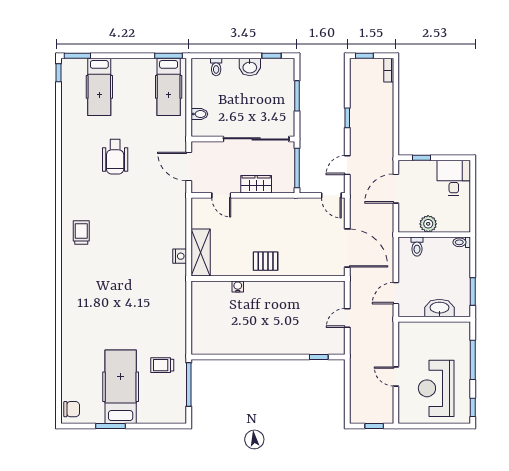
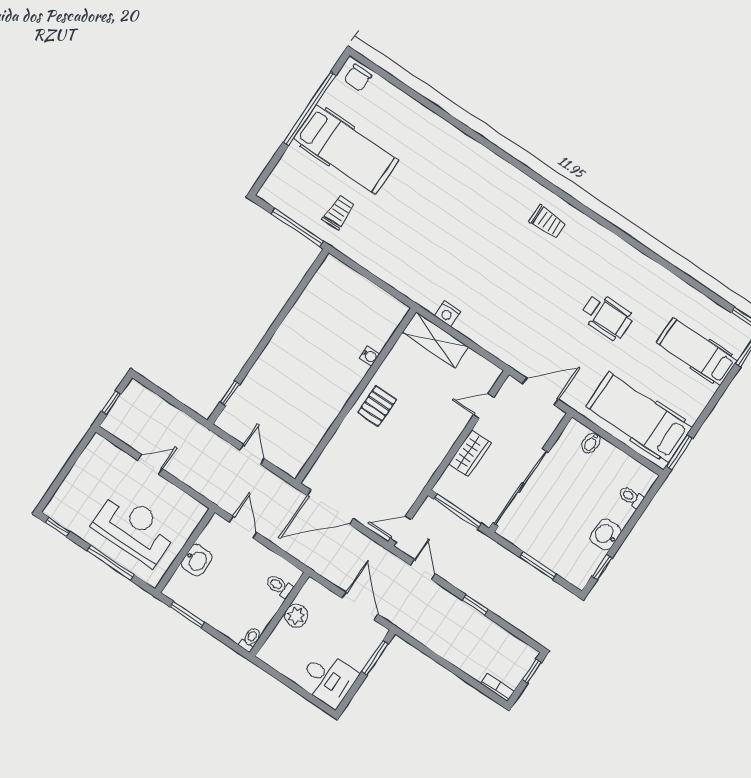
hospital bed: (169, 87) -> (639, 417), width x1.37, depth x1.29
wheelchair: (115, 157) -> (607, 317), turned 180
window: (422, 158) -> (375, 658), width x1.50
washbasin: (439, 308) -> (197, 560), width x0.72
reception desk: (436, 388) -> (134, 528), moved
window: (110, 426) -> (310, 109), width x2.11

